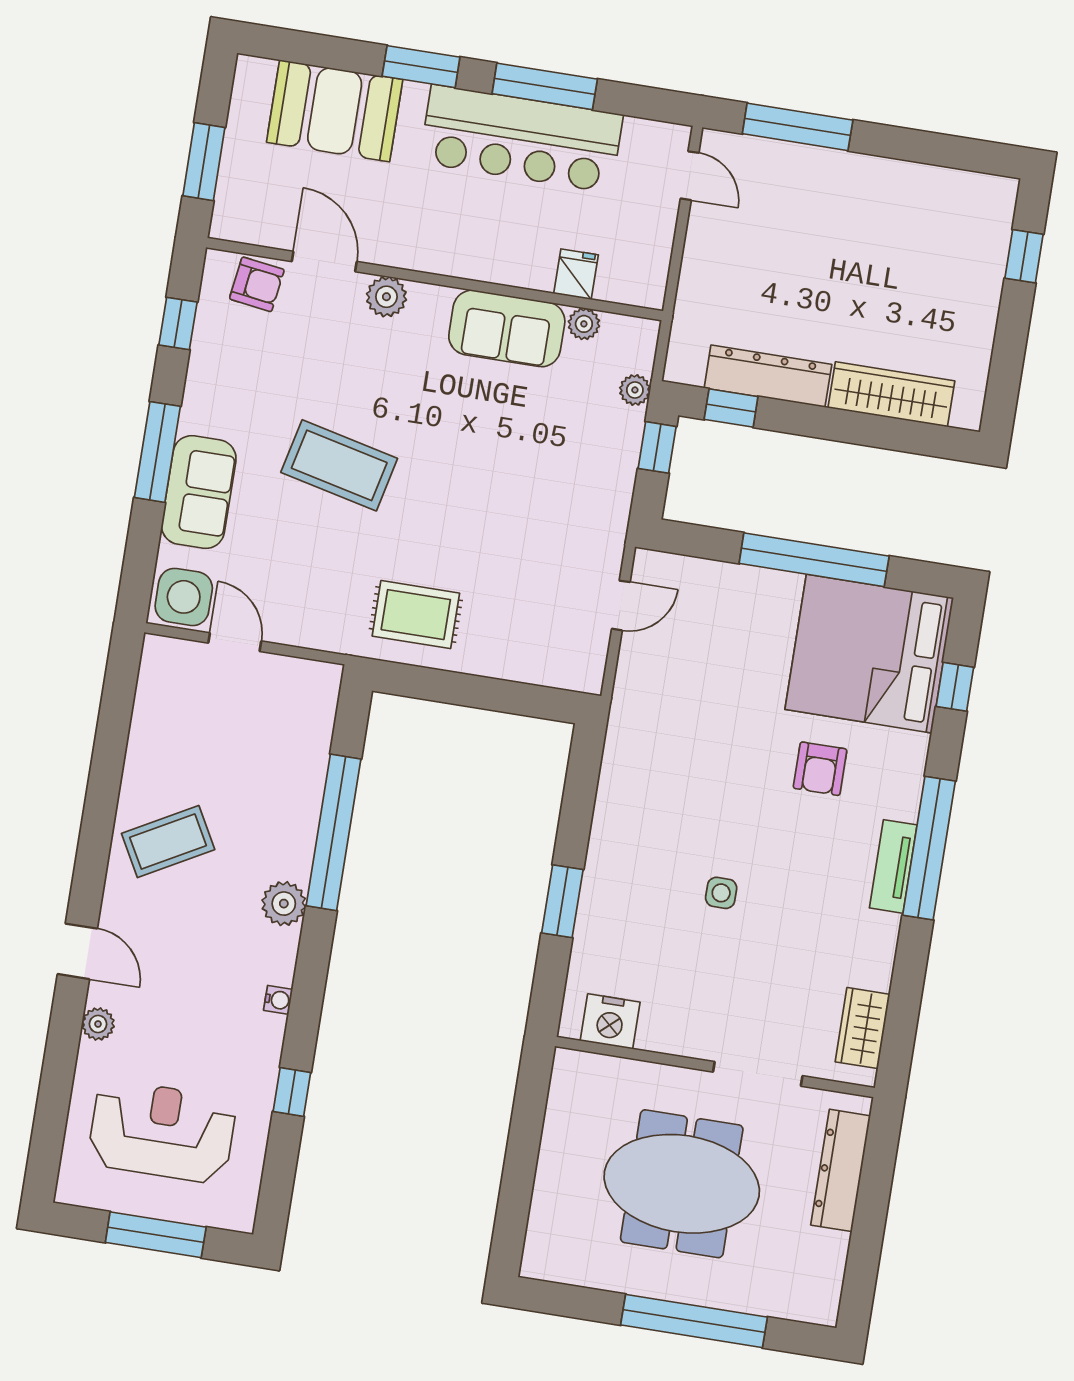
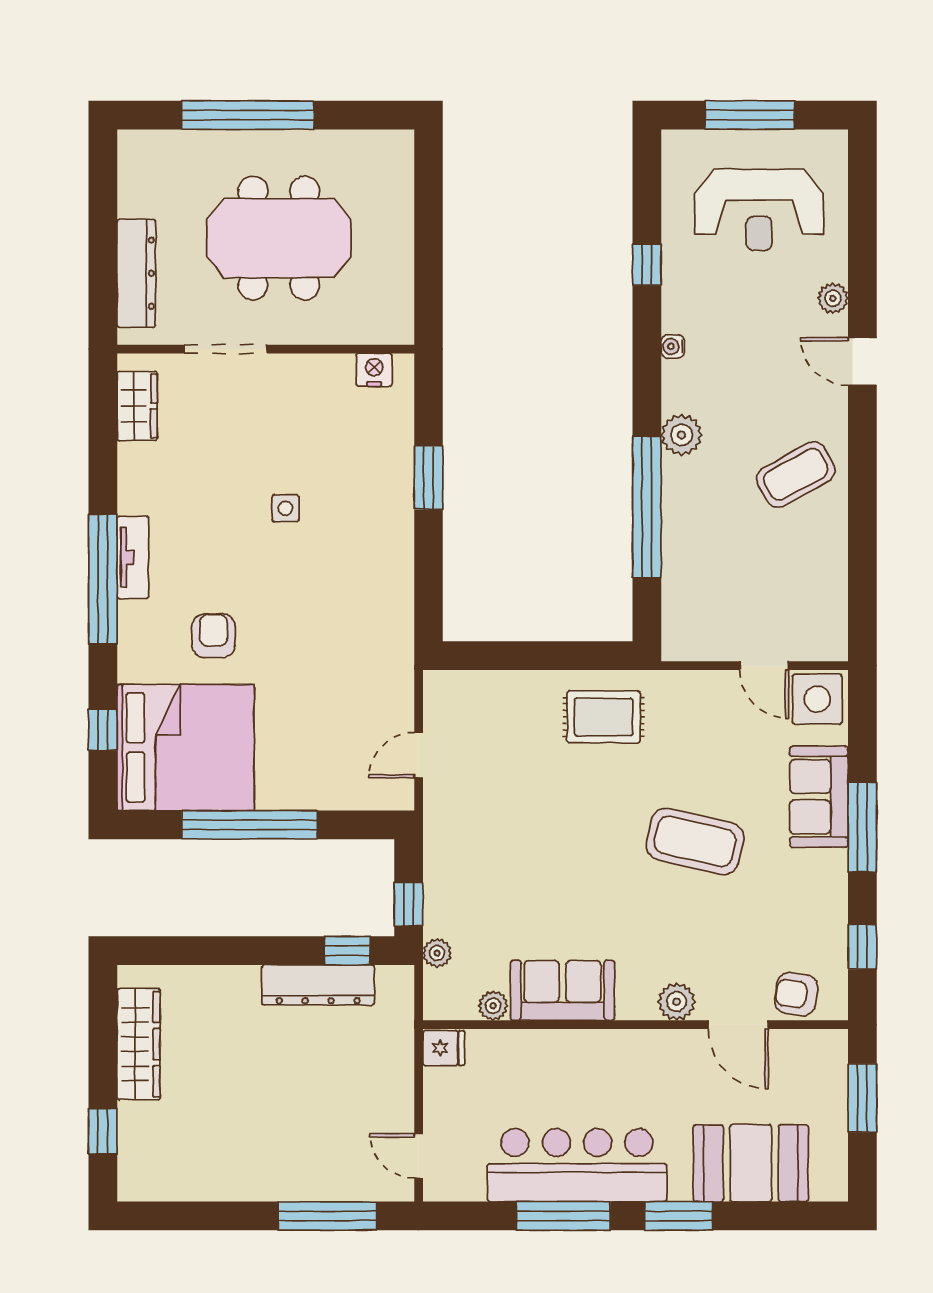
fridge: (576, 274) -> (444, 1048), moved, turned -90
wardrobe: (891, 394) -> (139, 1044), moved, turned -90
nightstand: (610, 1021) -> (374, 370), width x0.74, depth x0.75

